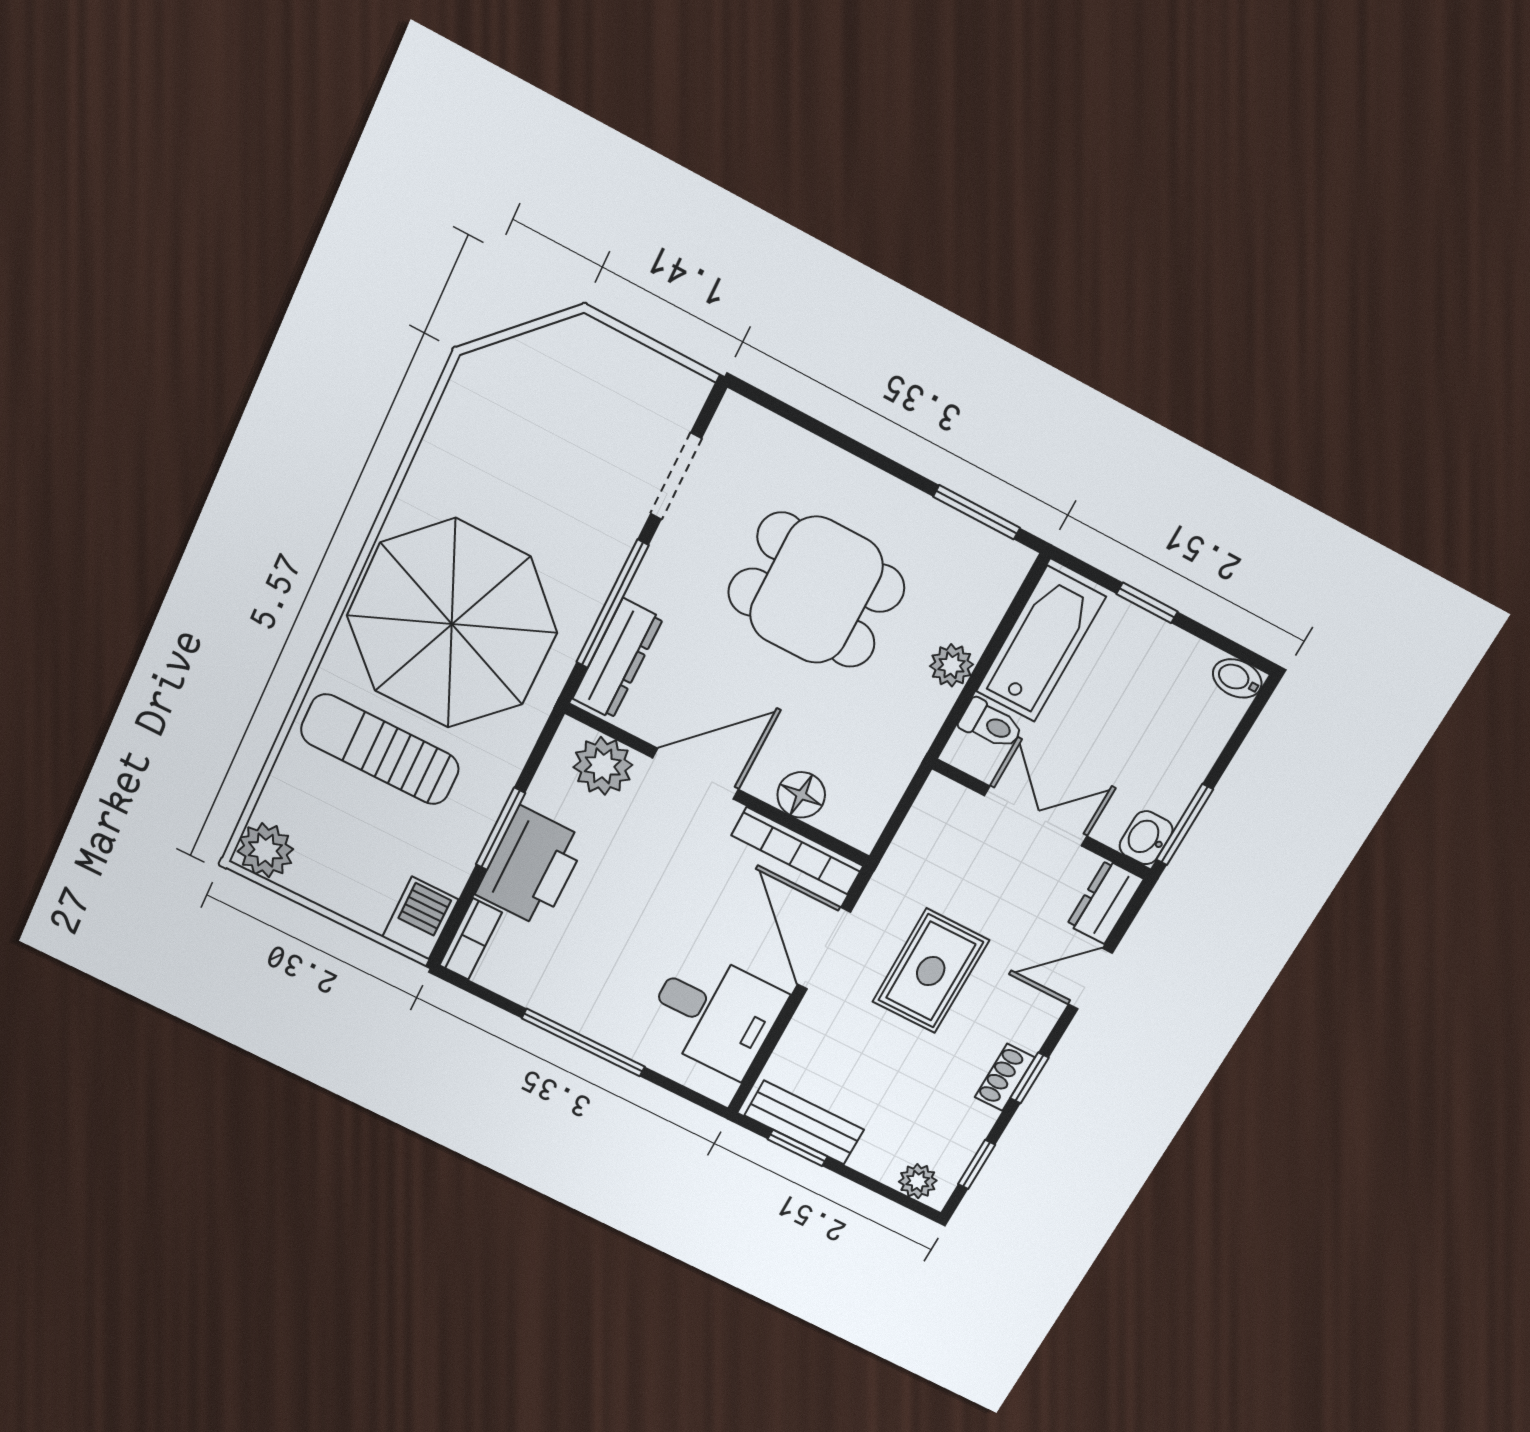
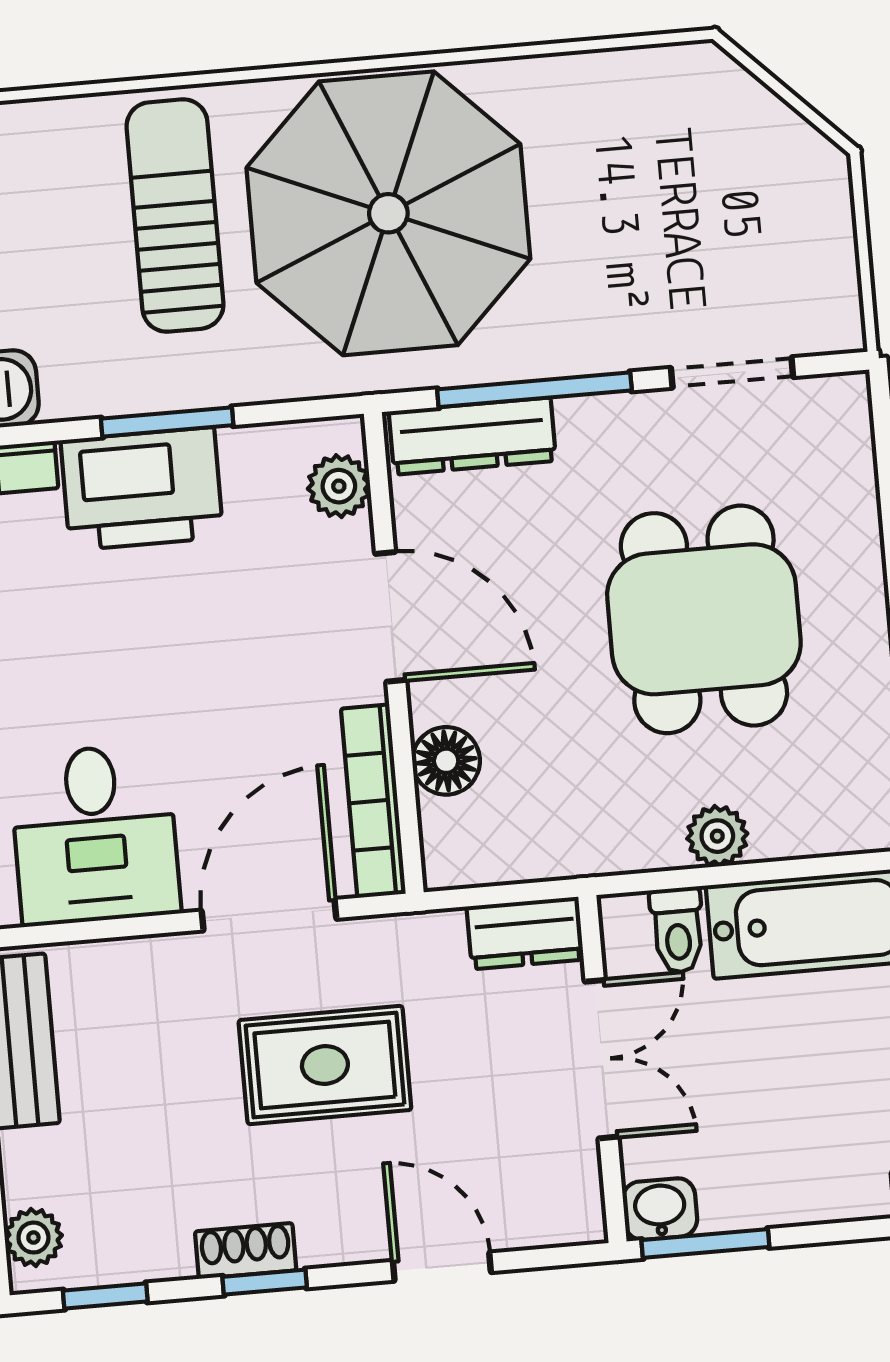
plant: (603, 766) -> (339, 486), width x0.73, depth x0.73
dresser: (1105, 902) -> (525, 933), moved, turned 180

